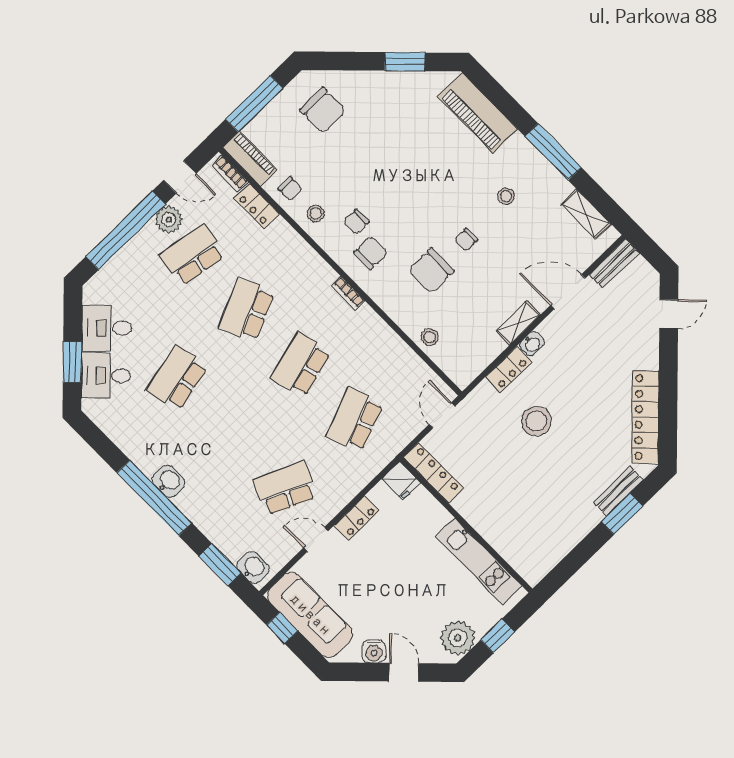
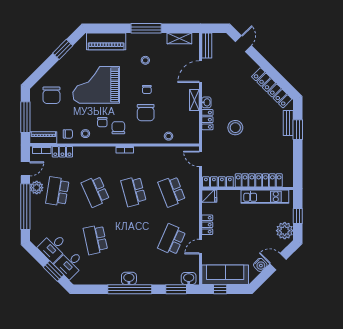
chair: (323, 110) -> (51, 95), turned 90
grand piano: (401, 160) -> (96, 85), added
locker: (493, 529) -> (259, 180), added

